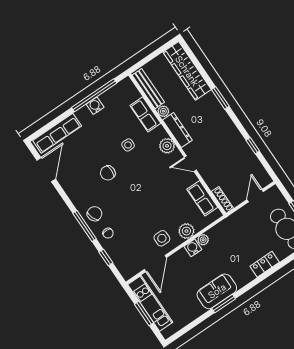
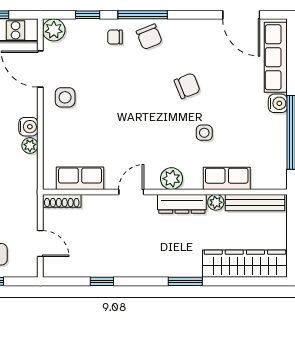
water cooler: (95, 106) -> (278, 103), moved
chair: (108, 173) -> (187, 86), turned 68
plant: (186, 231) -> (54, 30), moved

